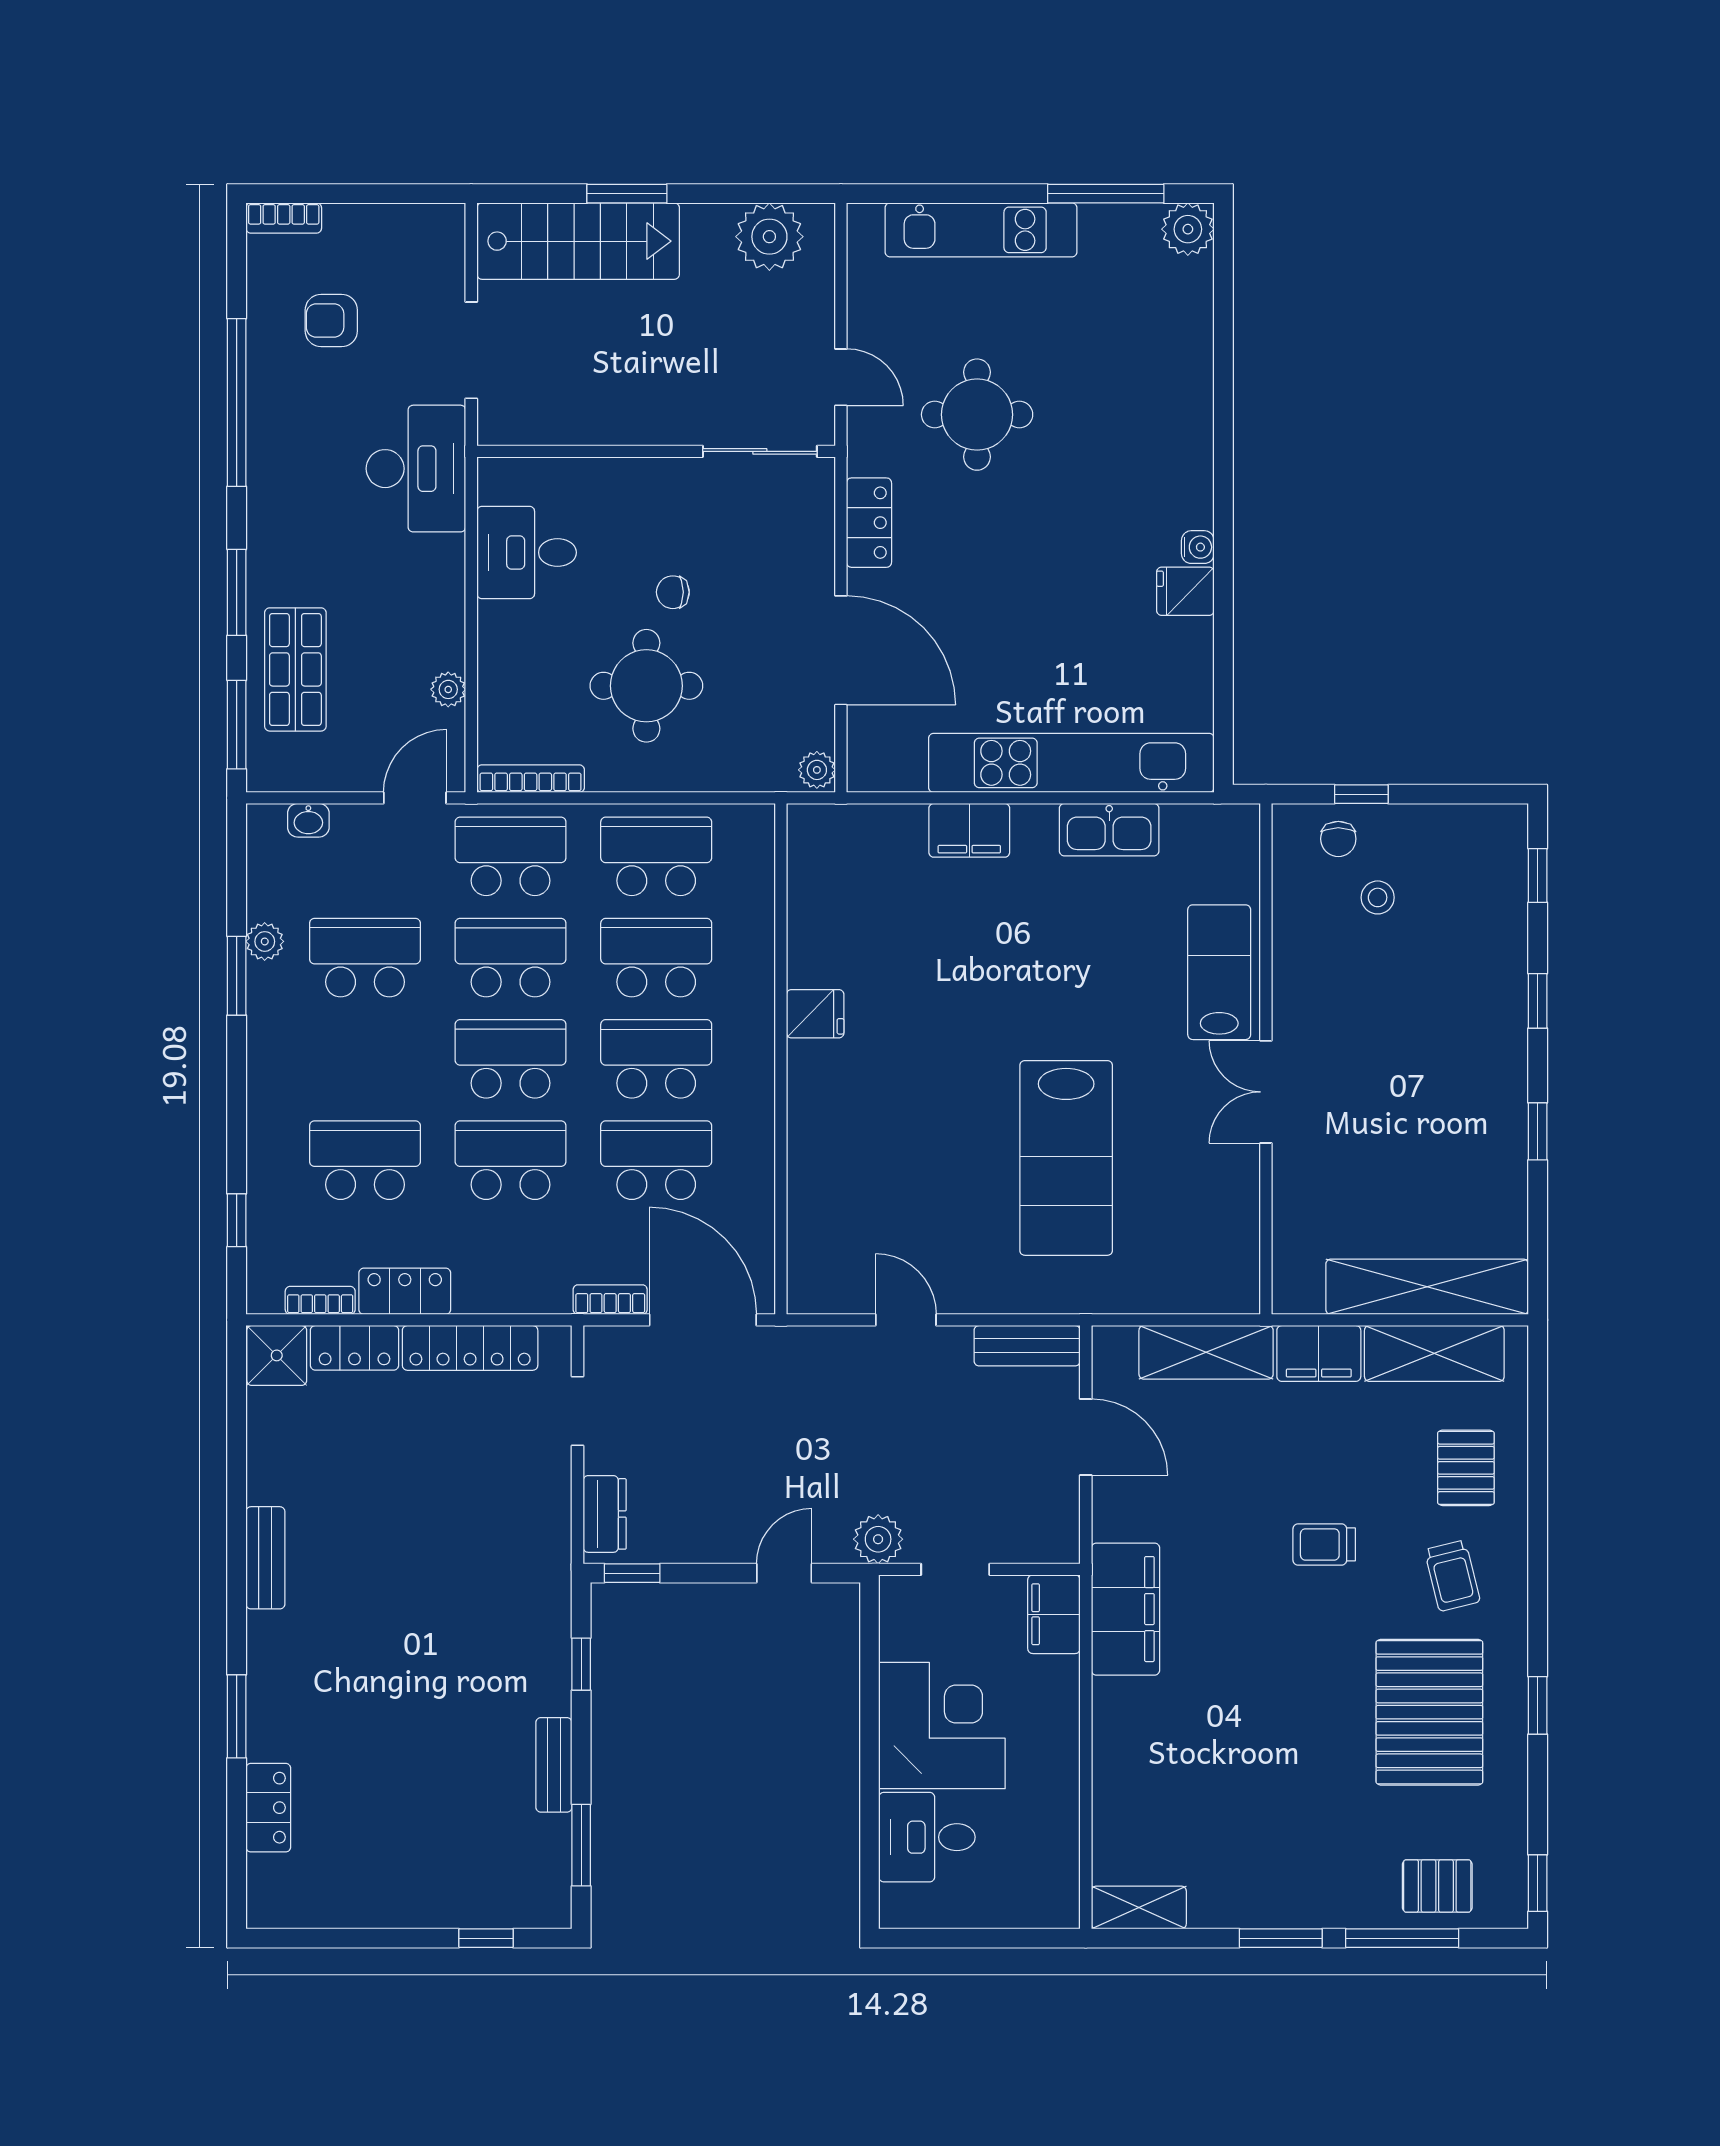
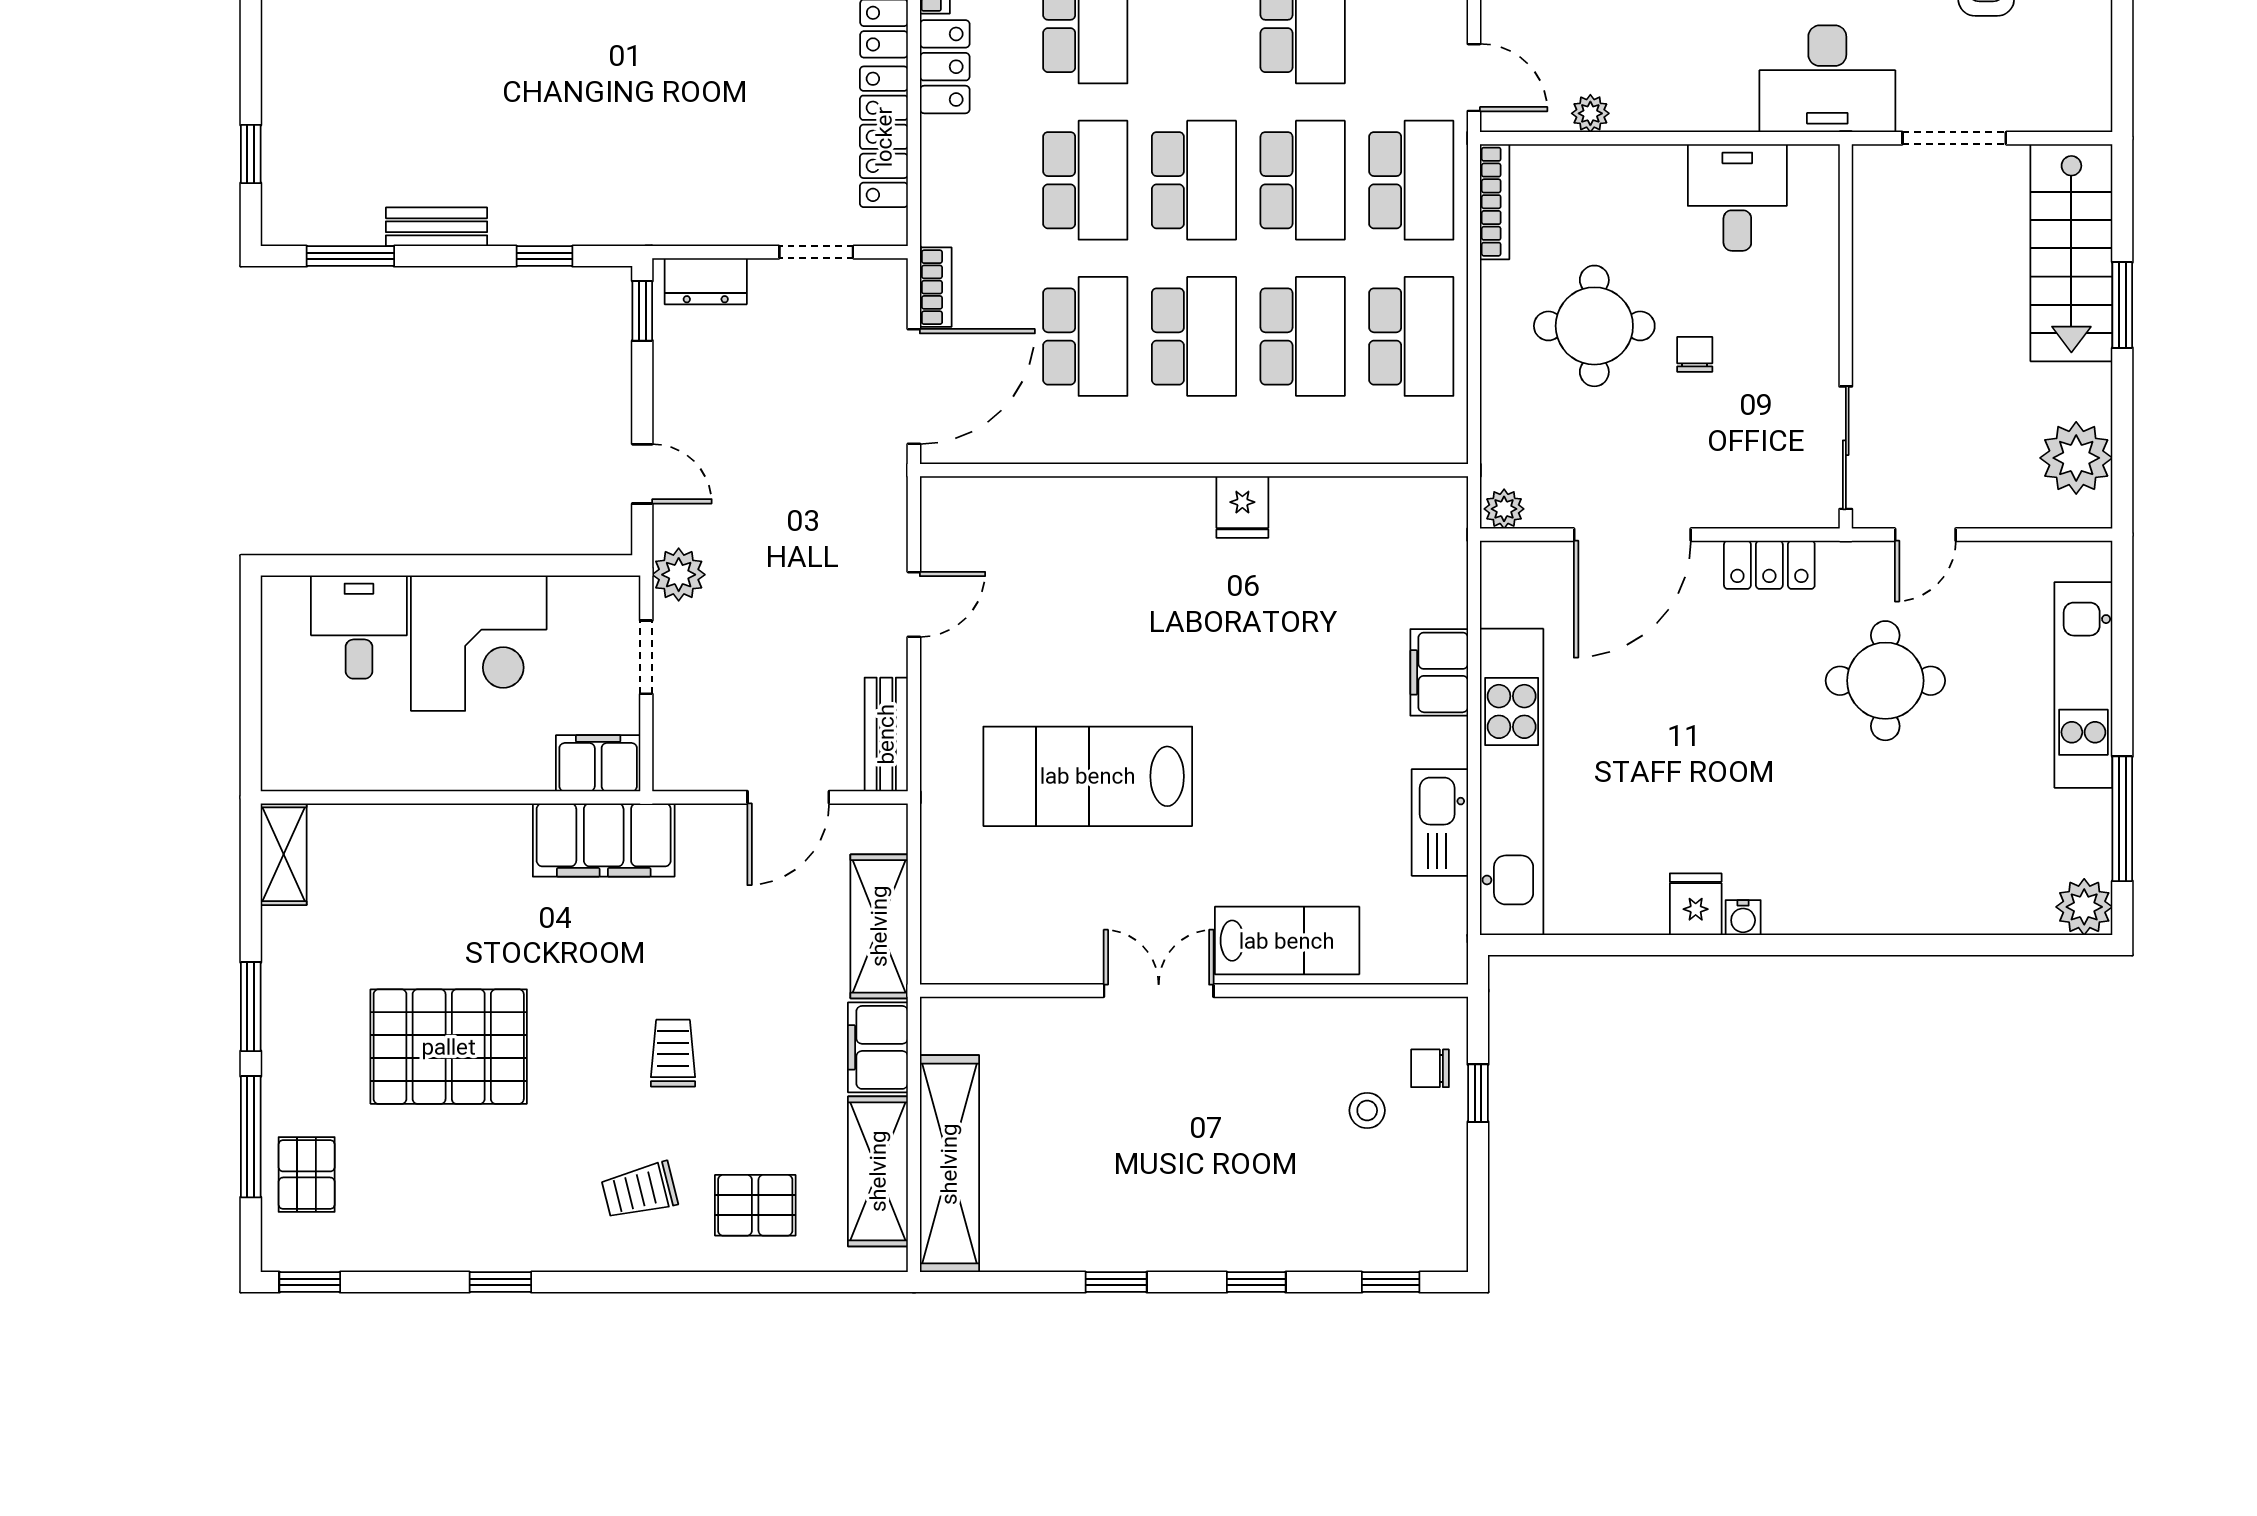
pallet: (1429, 1712) -> (449, 1047), moved

